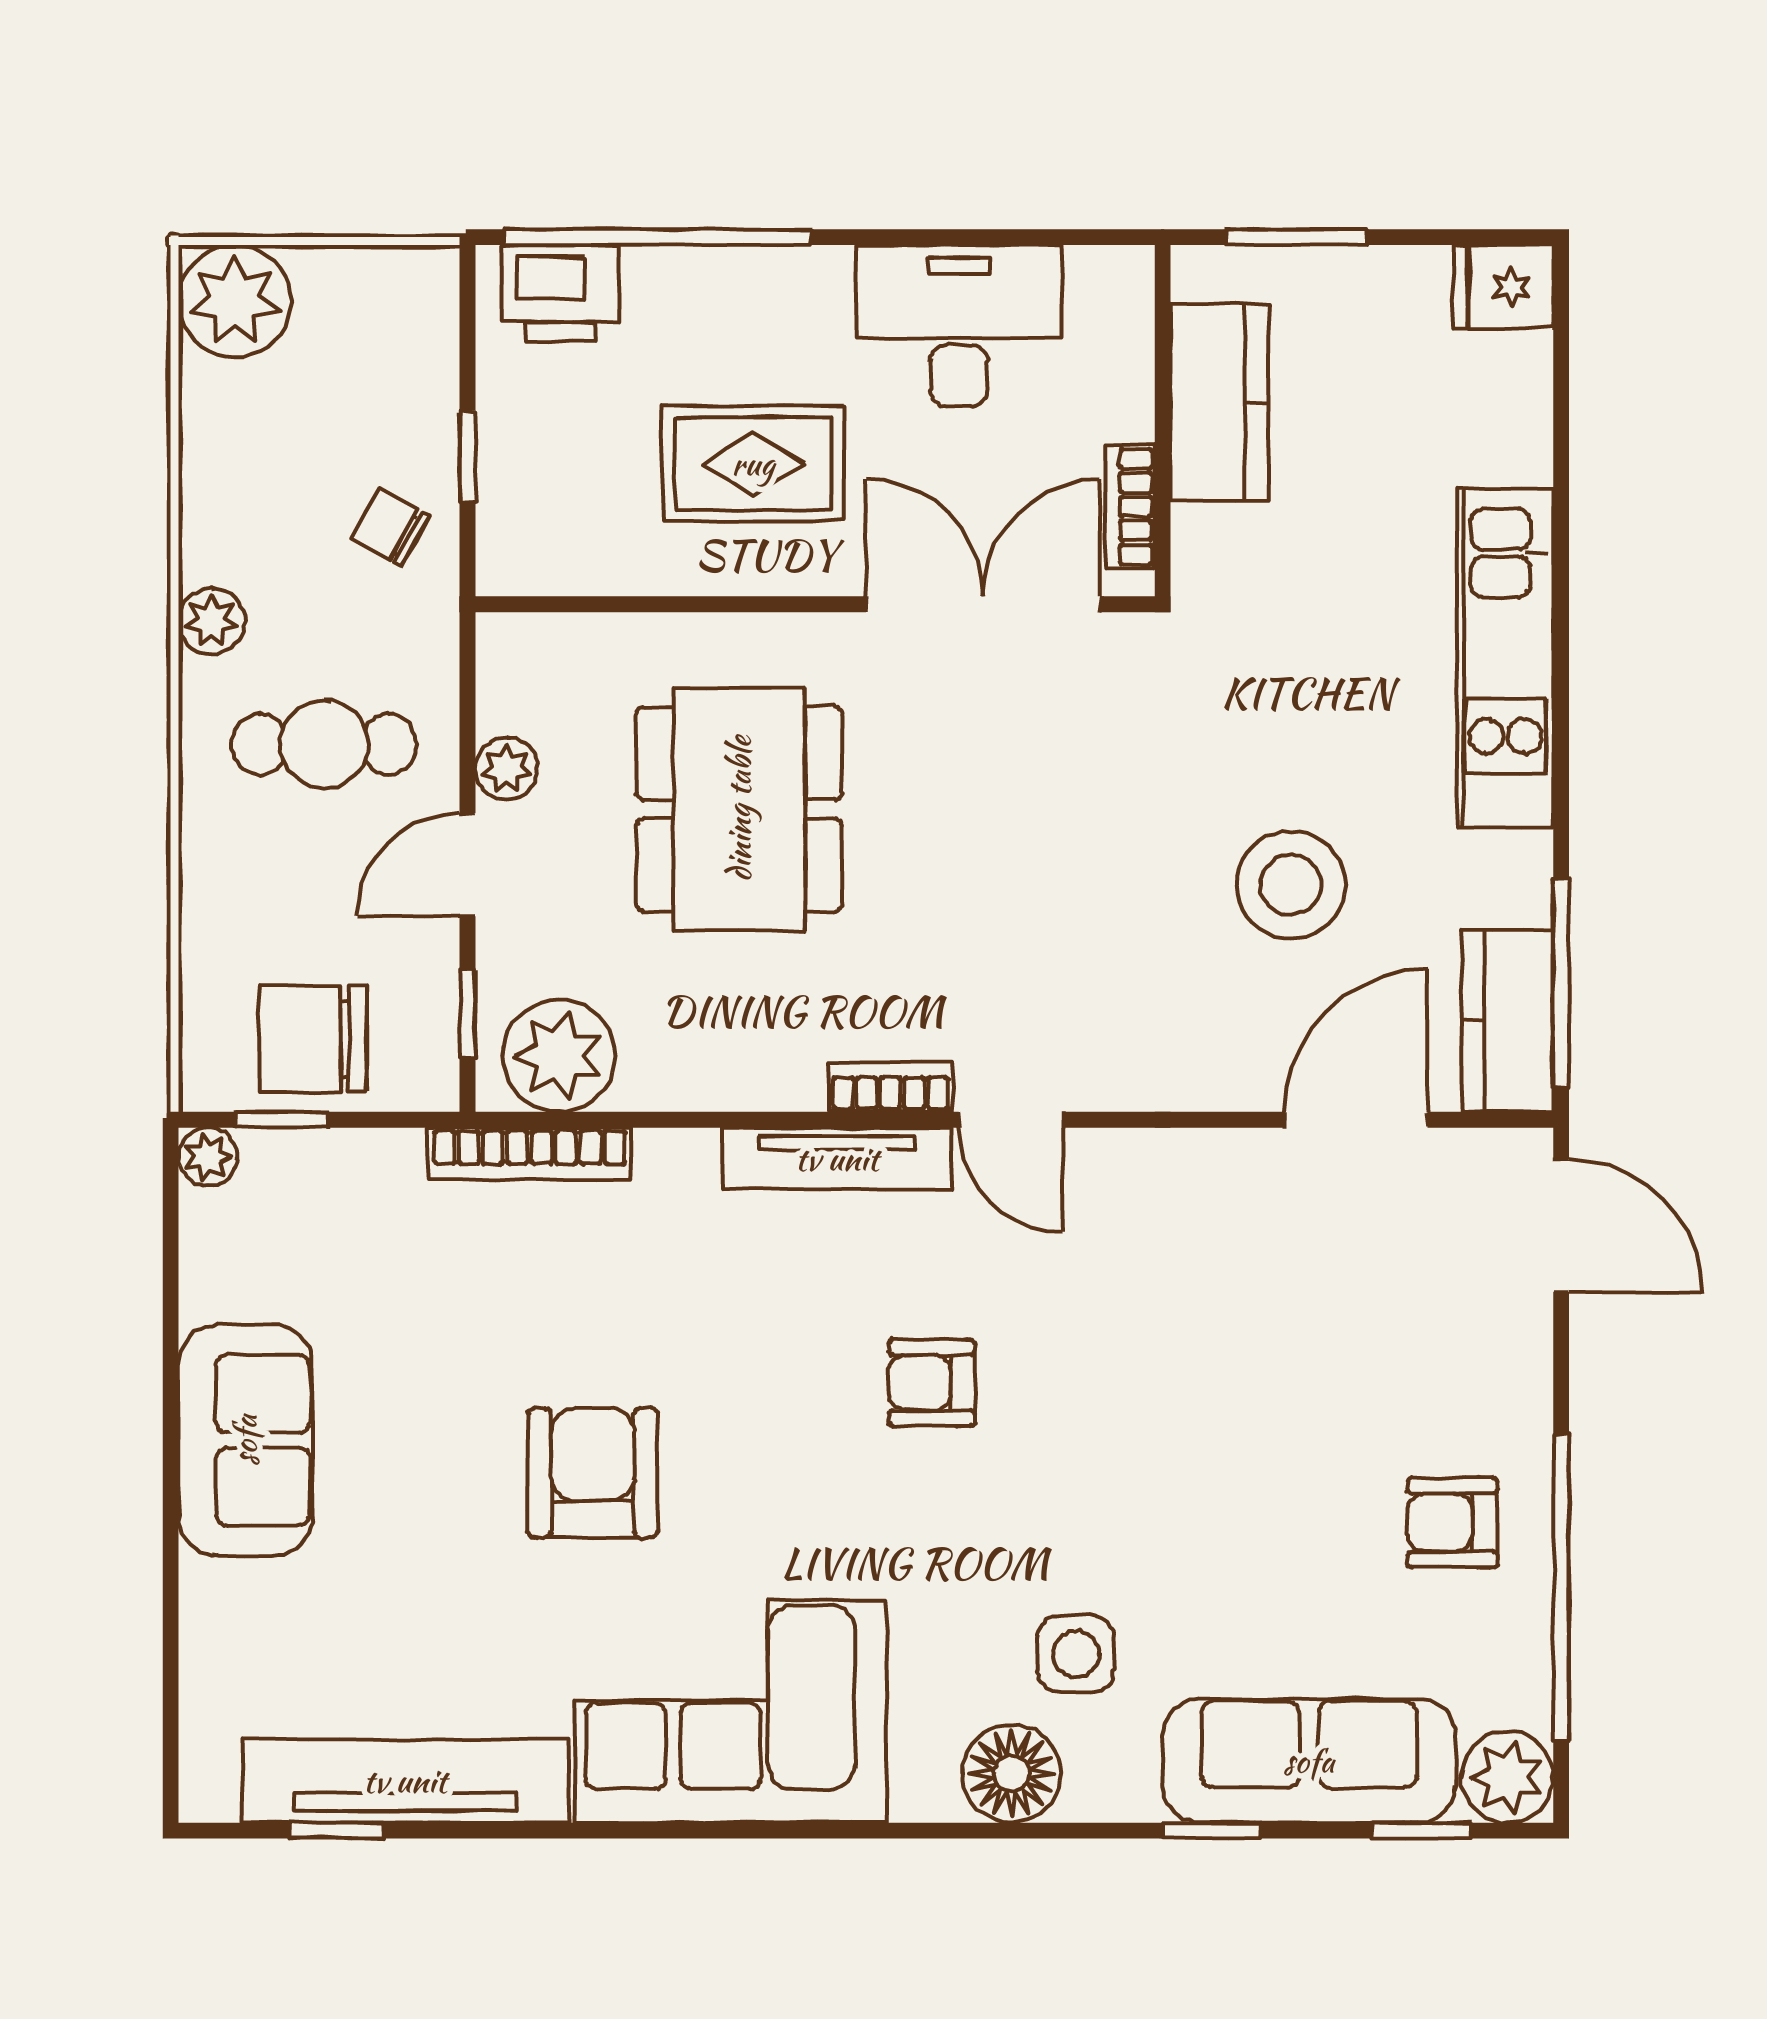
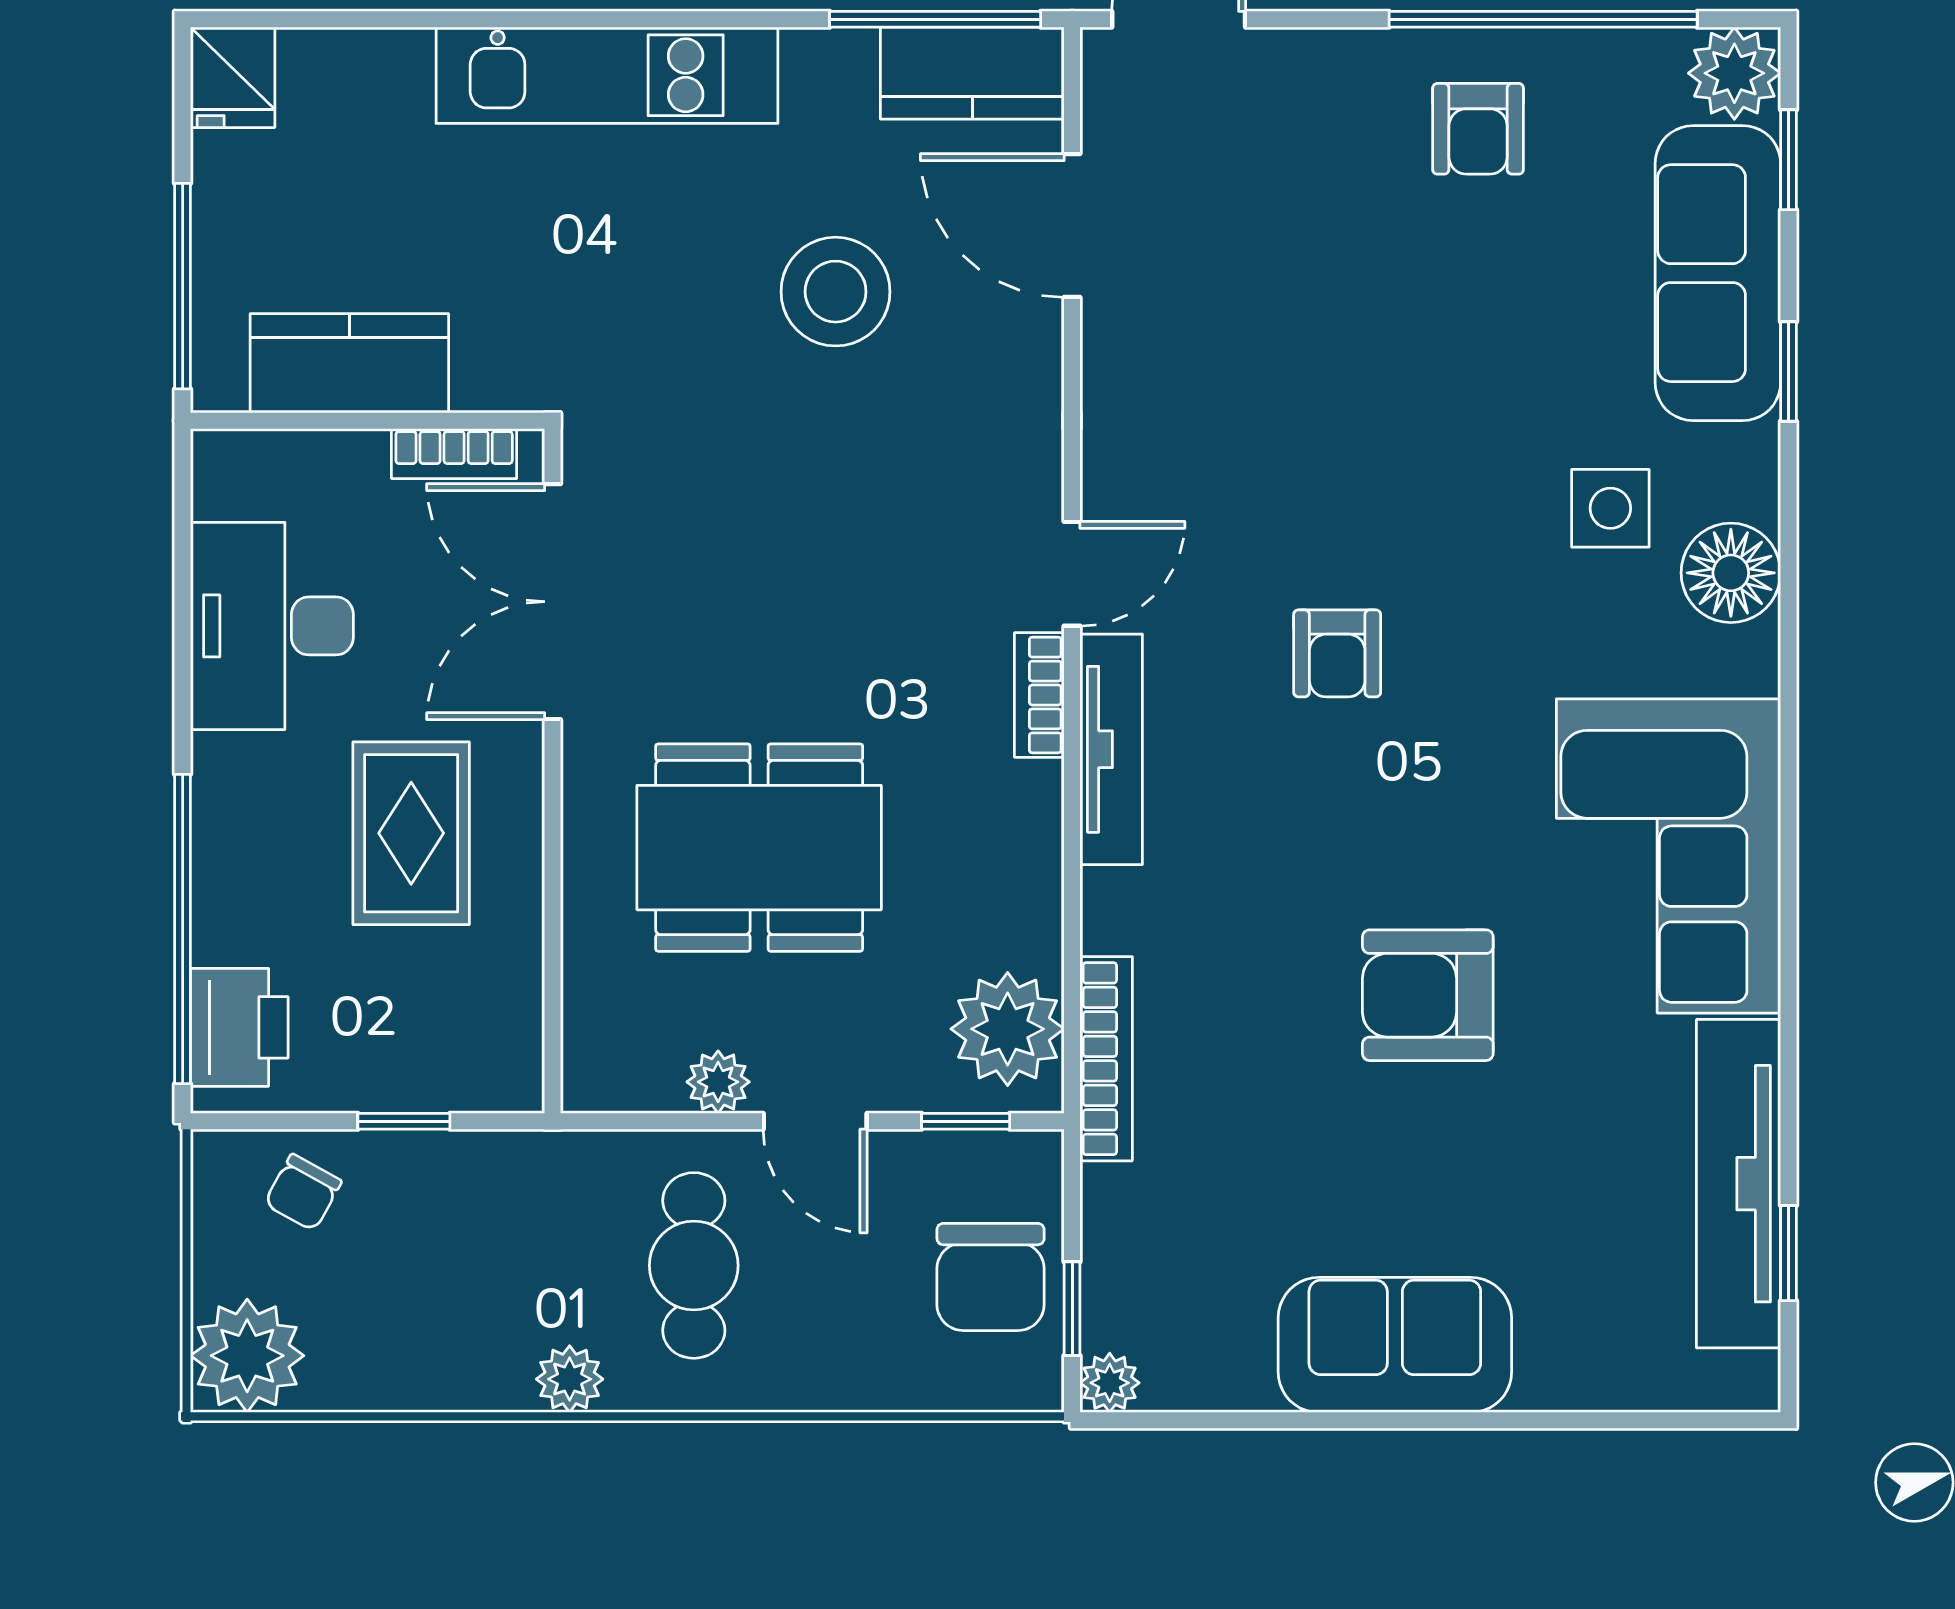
window: (1296, 237) -> (183, 286), width x1.44
chair: (390, 527) -> (303, 1192), moved

